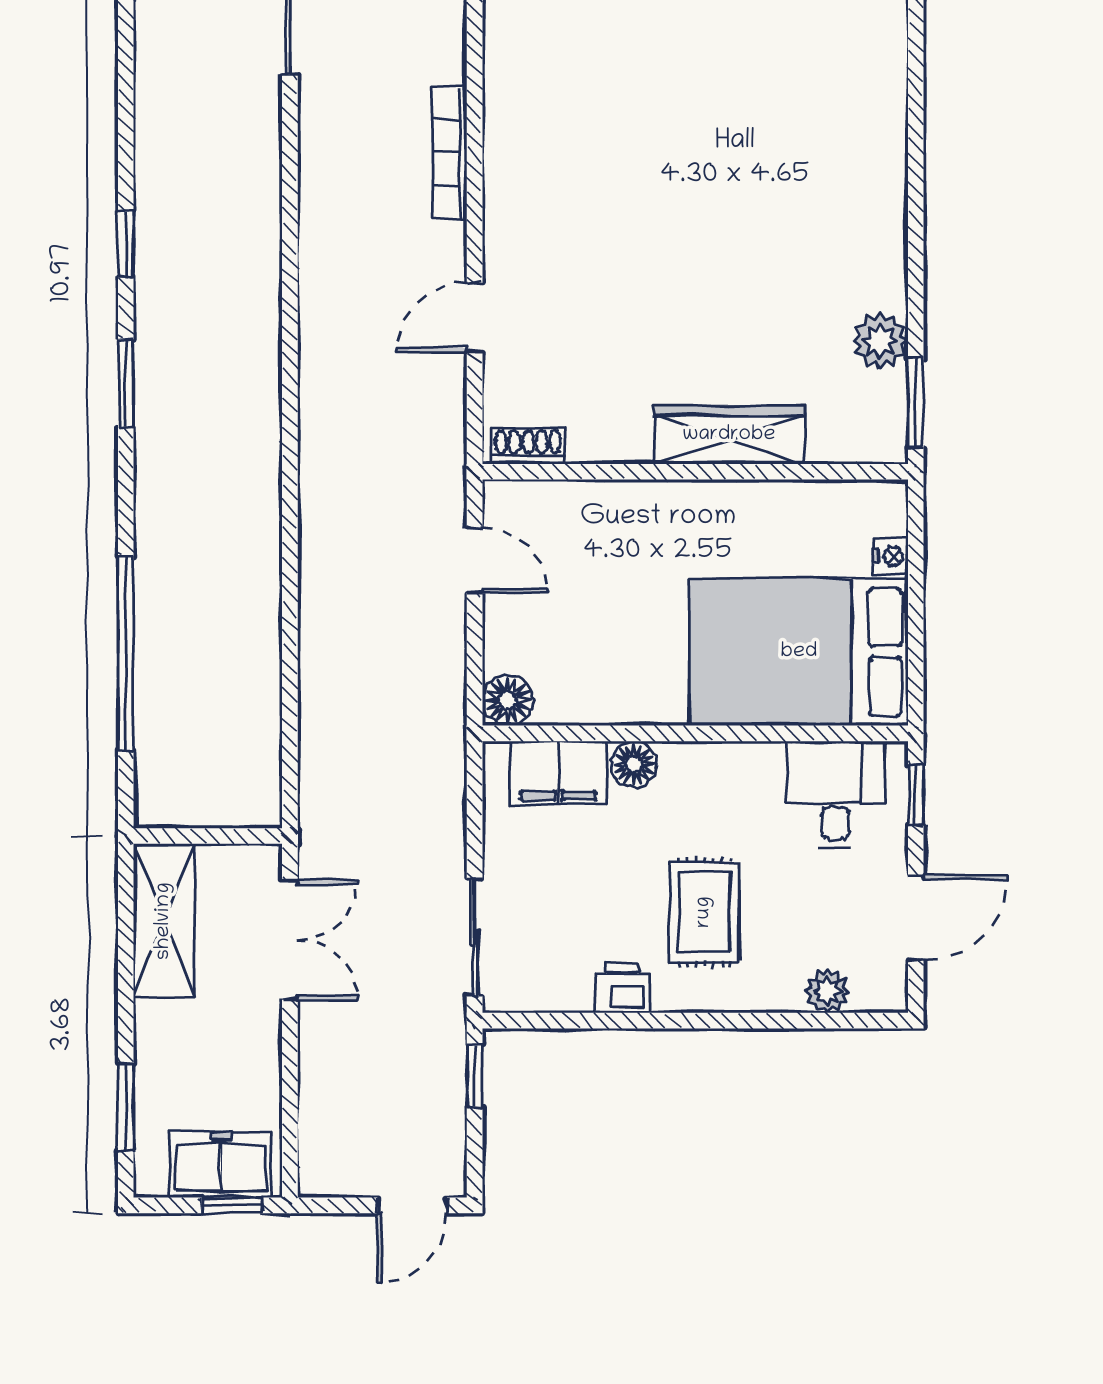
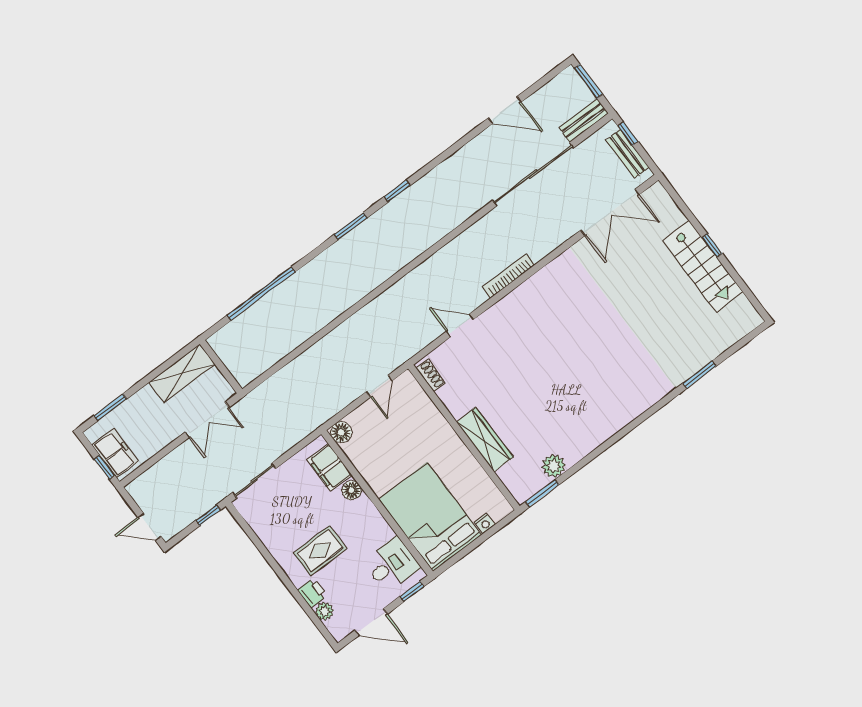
printer: (622, 988) -> (312, 593), moved

